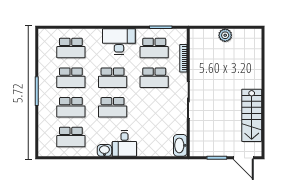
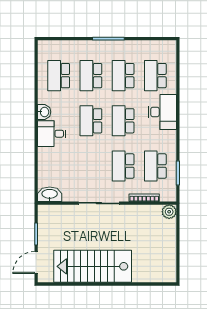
plant: (225, 35) -> (169, 212), moved
desk: (119, 41) -> (162, 112), moved
stairs: (252, 115) -> (93, 266), width x1.36, depth x1.51

